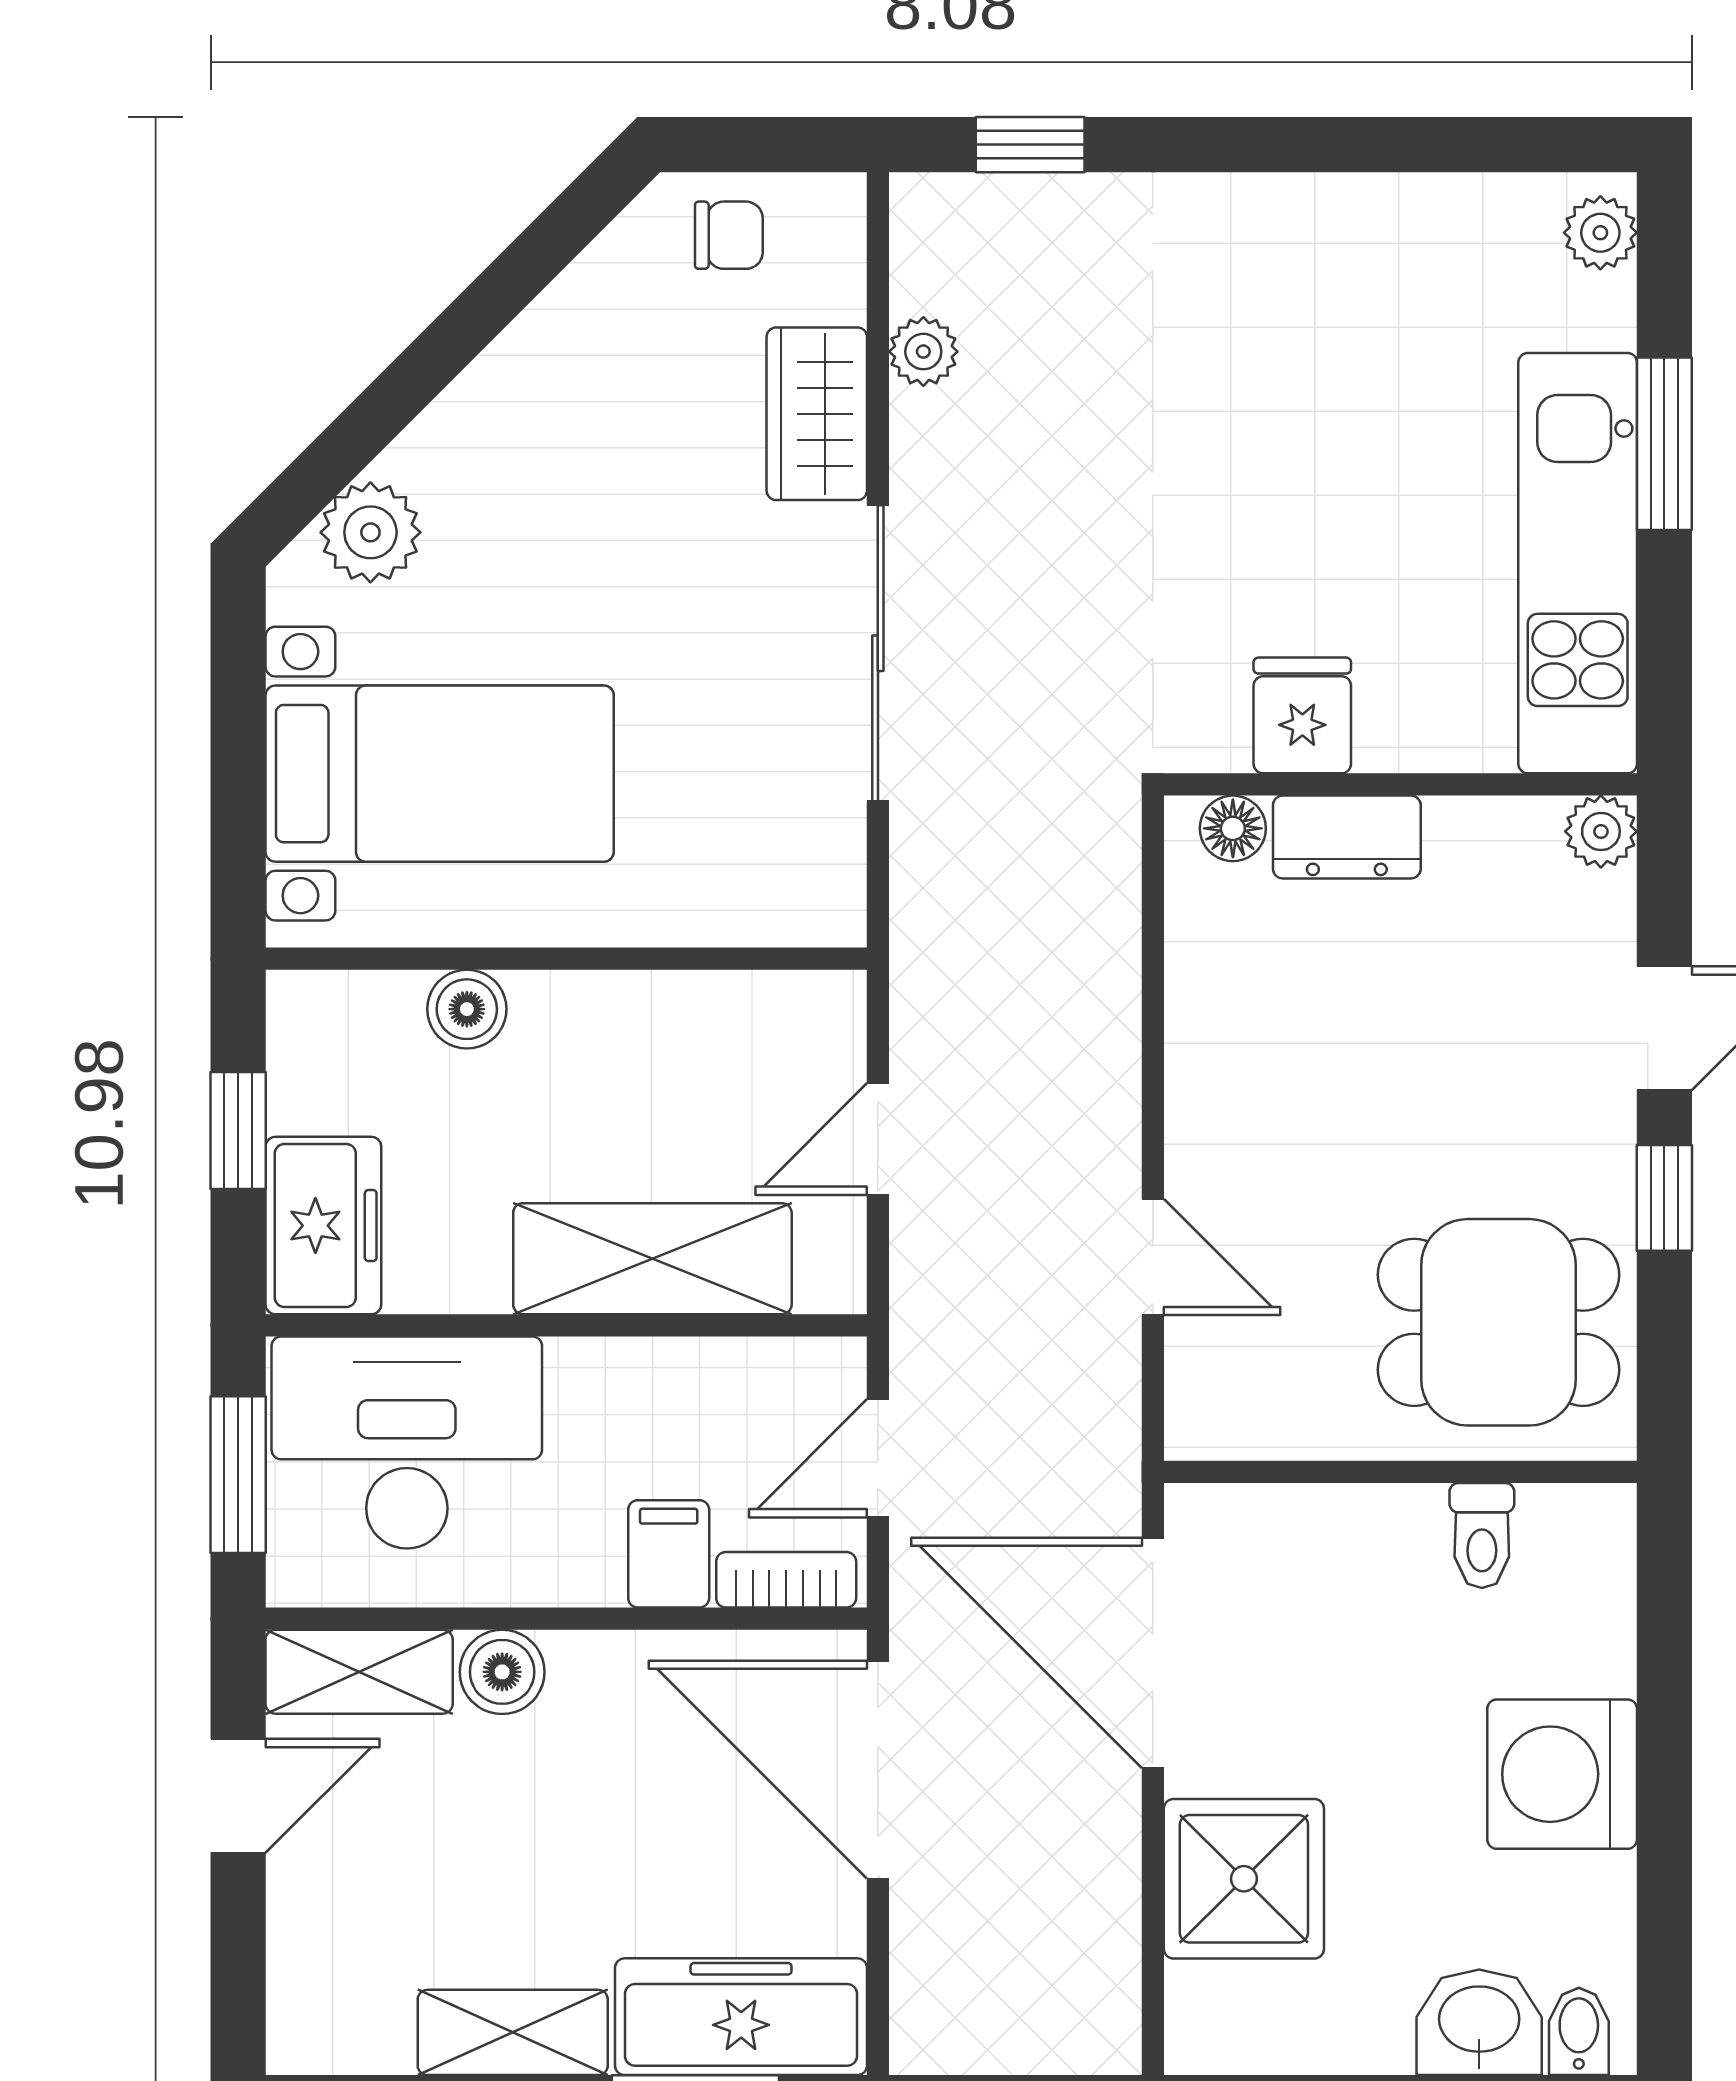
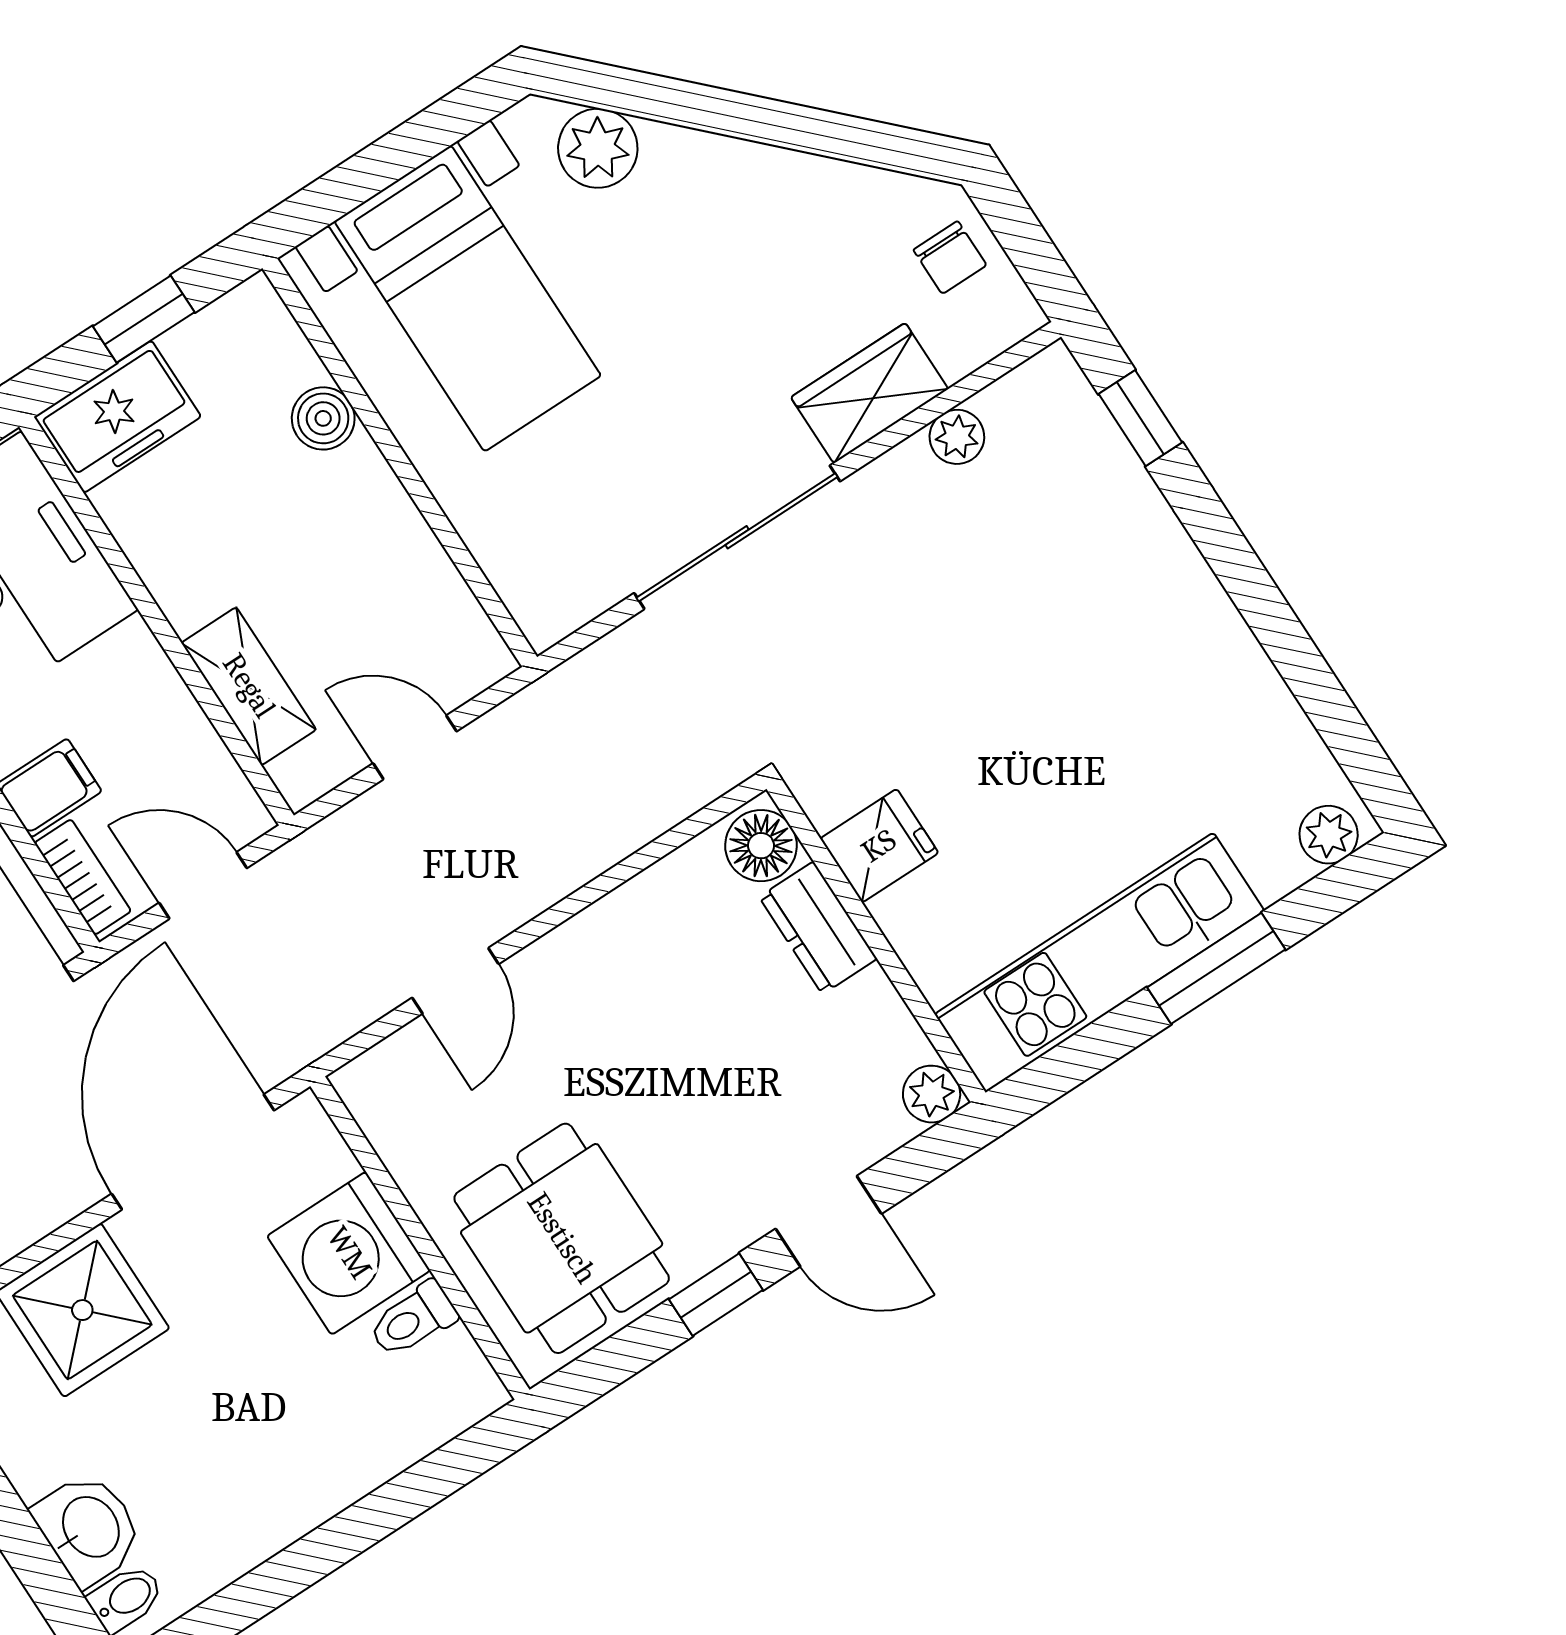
floor lamp: (1233, 828) -> (761, 846), width x1.37, depth x1.37
shelving: (652, 1259) -> (249, 686), width x0.67, depth x0.75
washing machine: (1562, 1774) -> (349, 1253), moved, turned -90

